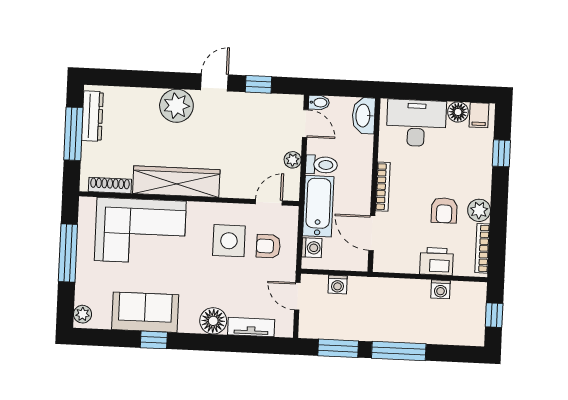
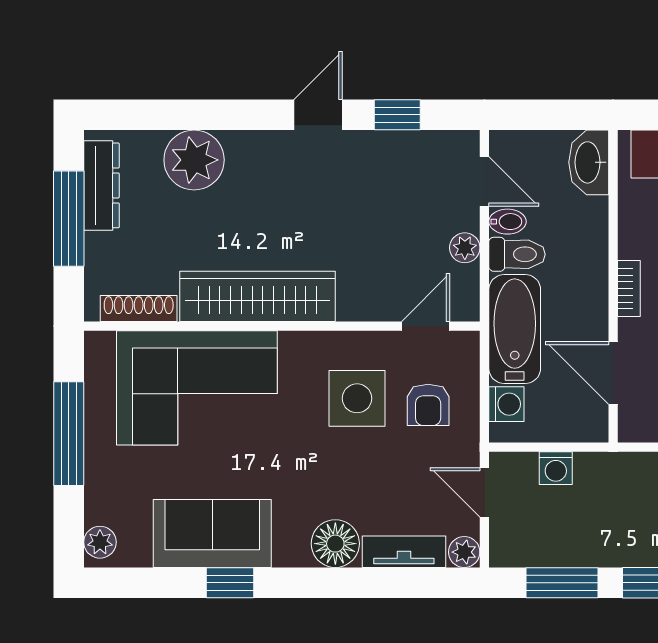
bidet: (319, 102) -> (507, 222), moved
plant: (176, 106) -> (194, 160), moved
bookcase: (383, 187) -> (629, 289), width x0.64
armchair: (268, 246) -> (428, 405), turned -90
plant: (285, 329) -> (464, 552), added

